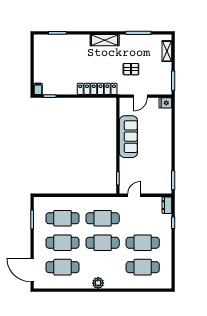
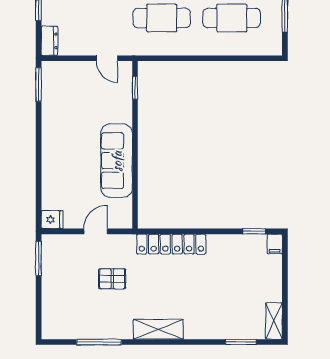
shelving: (167, 51) -> (274, 321), moved
door: (134, 195) -> (107, 58), hinge flipped

